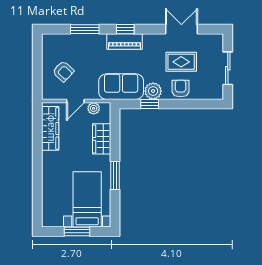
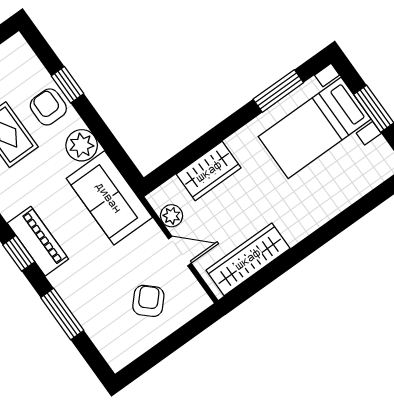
armchair: (181, 88) -> (48, 107), turned 90
window: (150, 104) -> (68, 85), moved
window: (115, 176) -> (278, 91), moved

